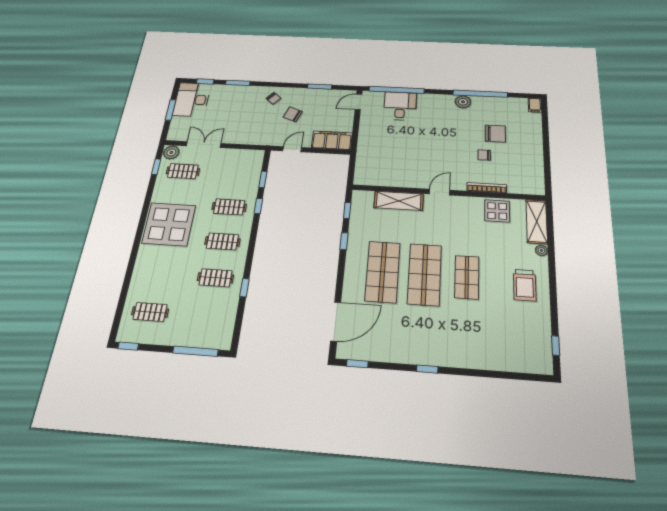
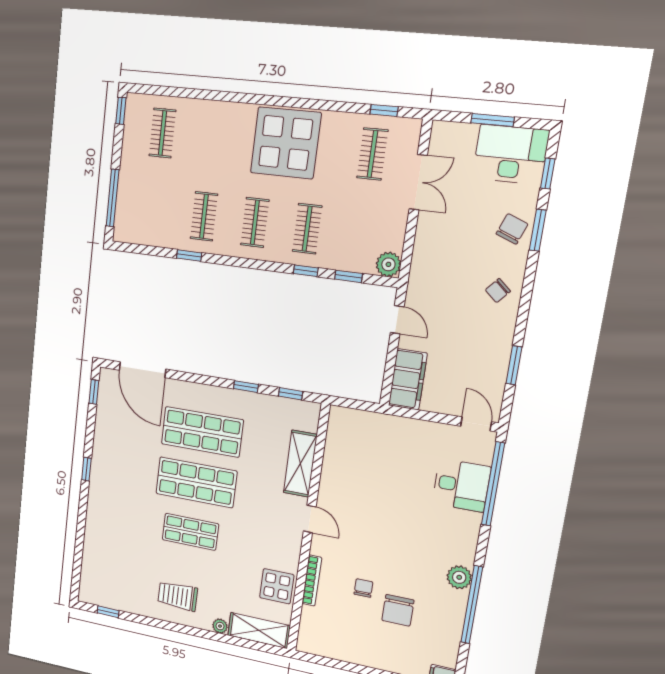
chair: (293, 114) -> (512, 229), moved
plant: (171, 152) -> (388, 264), moved

